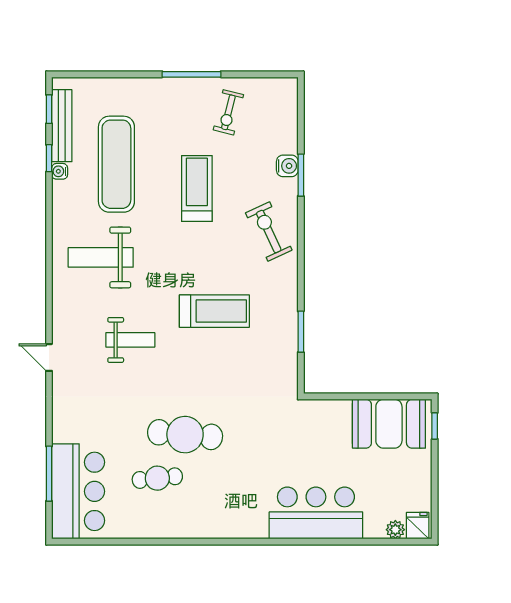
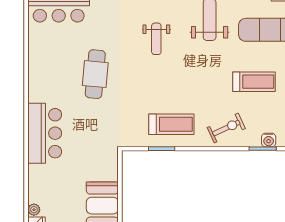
treadmill: (214, 311) -> (171, 124), moved, turned -90
cafe table: (157, 478) -> (67, 56), removed
bar counter: (316, 513) -> (45, 133), moved

